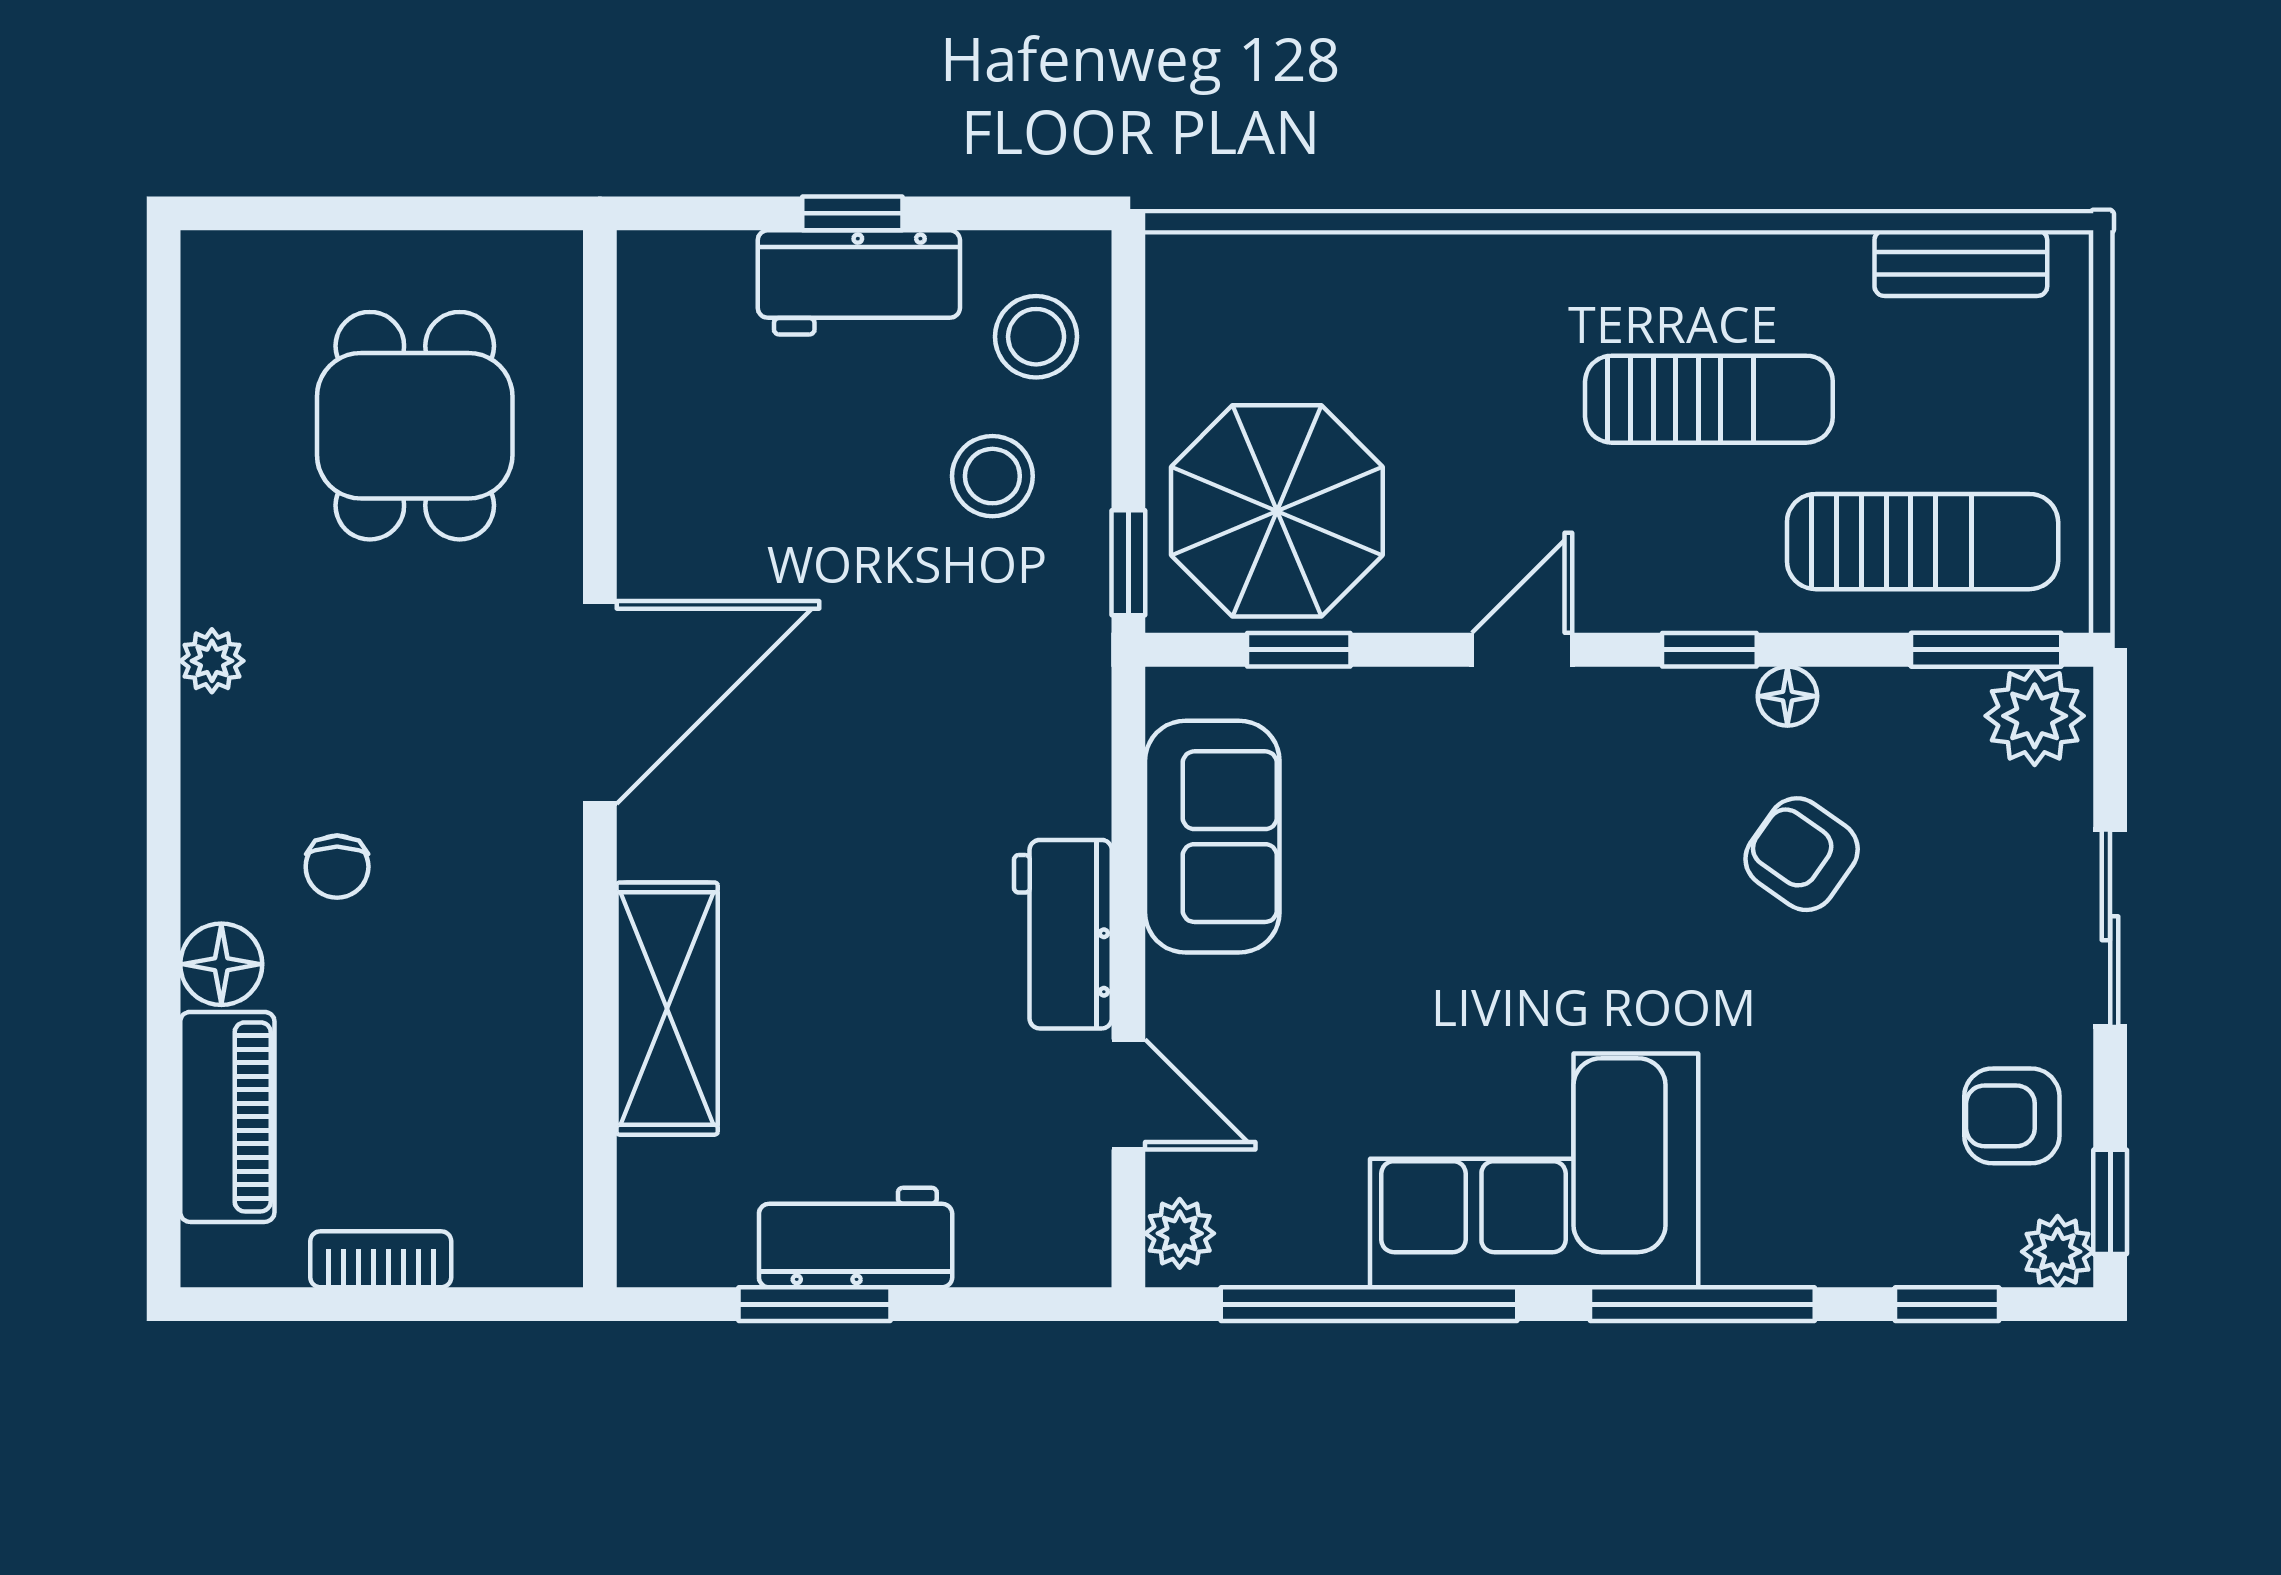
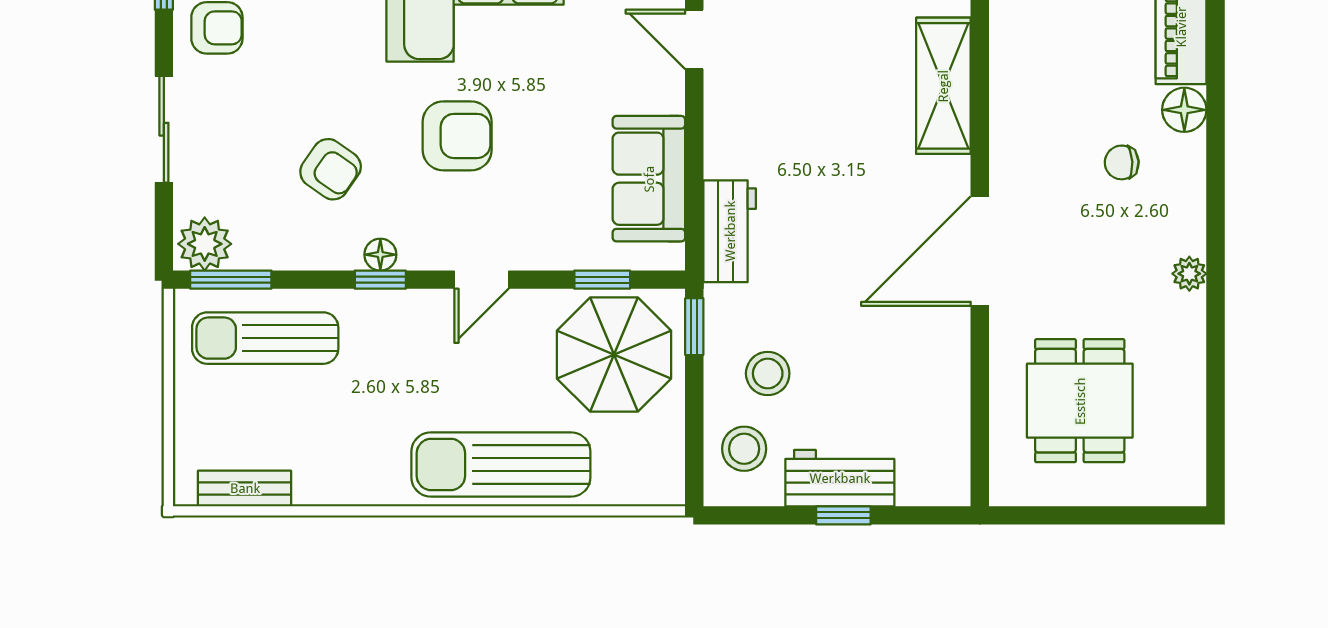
sun lounger: (1709, 399) -> (501, 464), moved, width x1.36, depth x1.34
floor lamp: (1787, 696) -> (380, 255), moved
chair: (337, 867) -> (1122, 162), turned -93
armchair: (1567, 916) -> (457, 136), added
workbench: (1063, 934) -> (730, 231), moved

